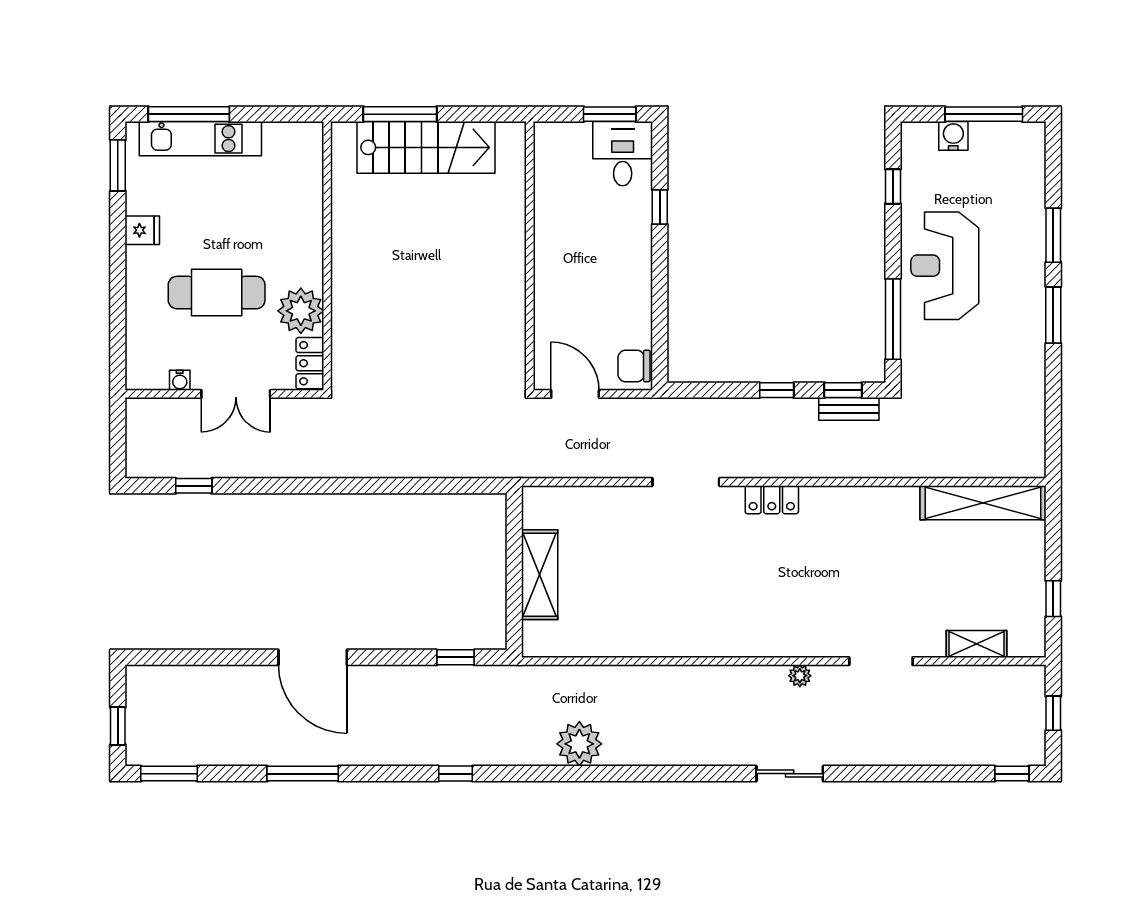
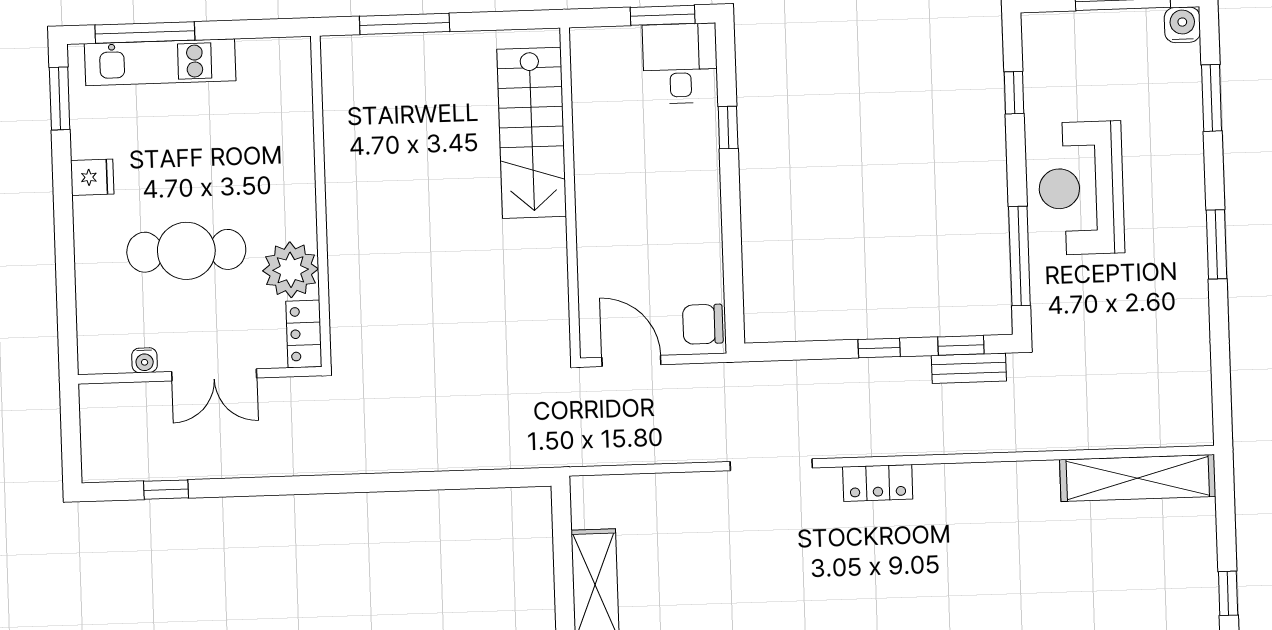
water cooler: (953, 136) -> (1182, 25), moved
stairs: (426, 147) -> (532, 133), moved, turned 90
window: (1053, 235) -> (1212, 98), moved

